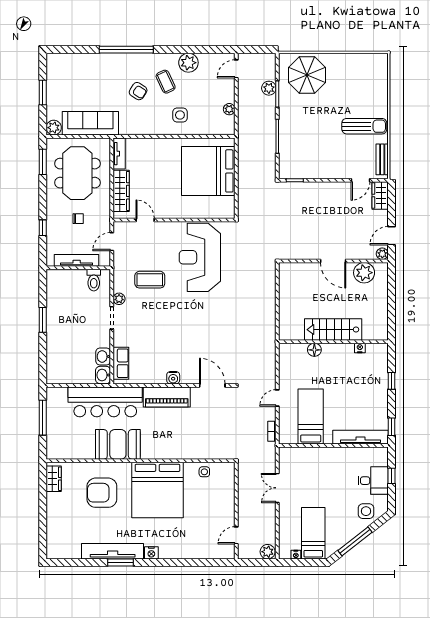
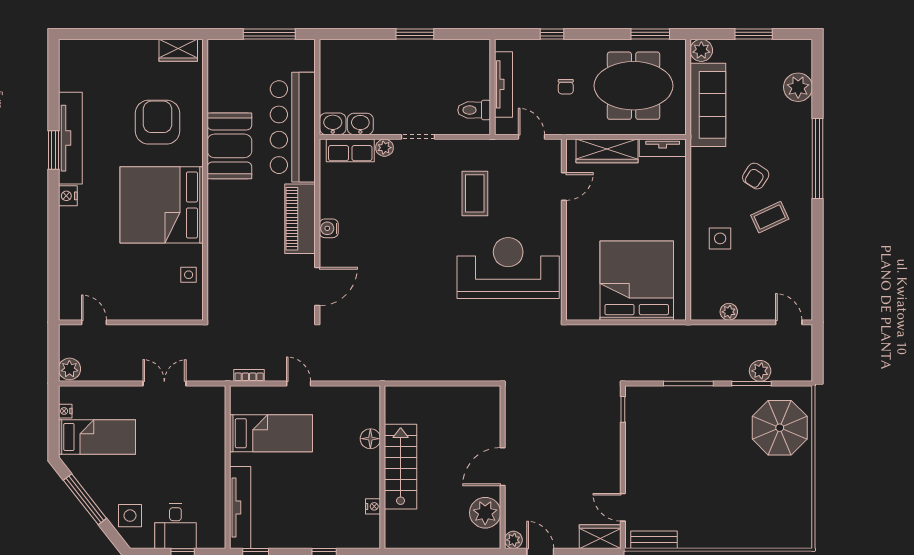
plant: (188, 63) -> (798, 87), moved
sun lounger: (364, 126) -> (703, 513), removed
plant: (119, 299) -> (385, 148), moved

